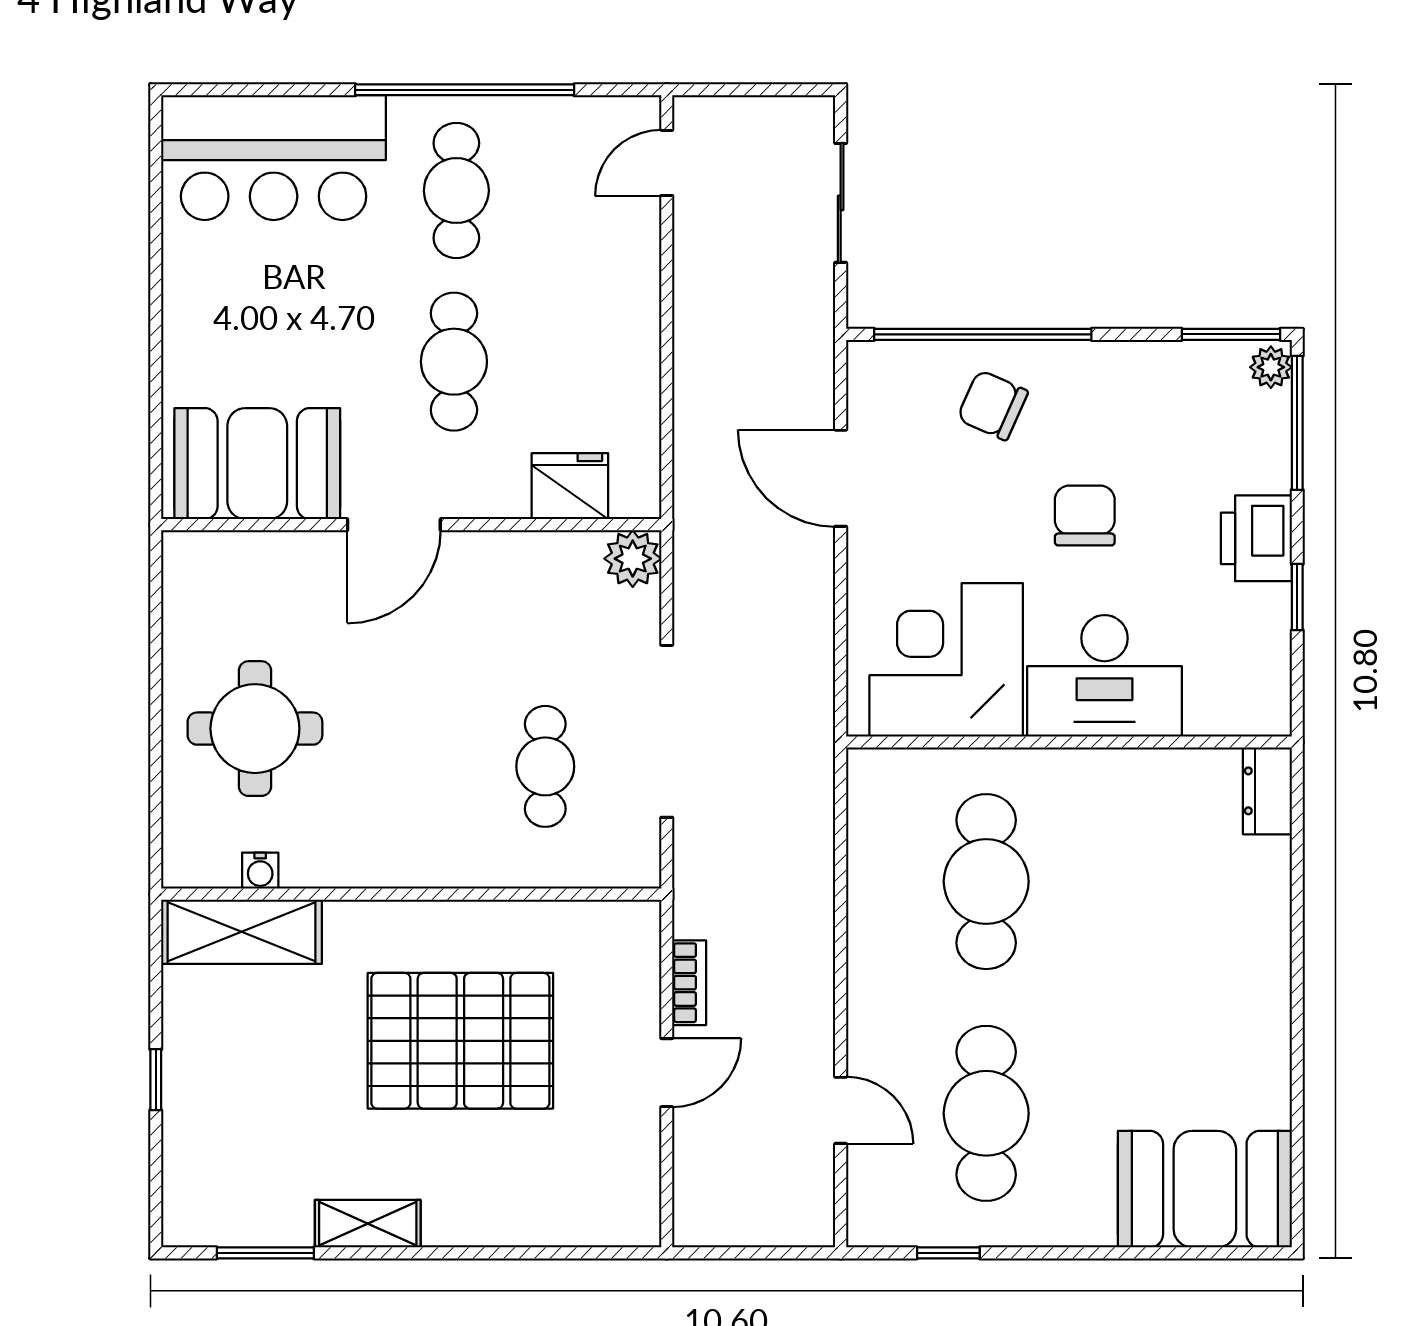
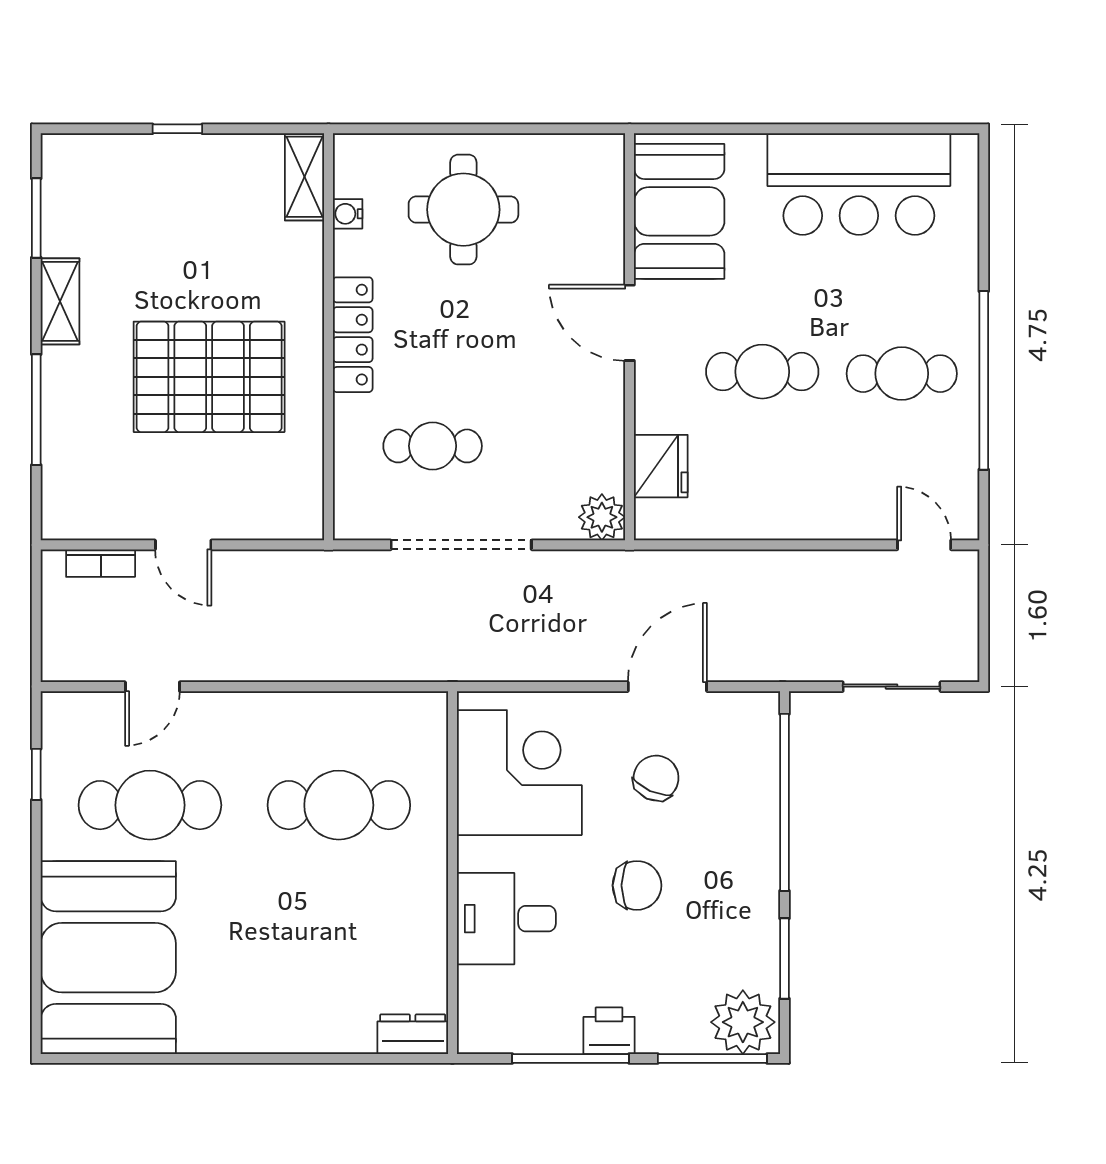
bar counter: (274, 158) -> (859, 184), moved, turned -90
window: (1231, 334) -> (785, 958), moved
plant: (1271, 367) -> (743, 1022), width x1.88, depth x1.88
chair: (993, 405) -> (656, 778), moved
printer: (1256, 538) -> (609, 1031), width x0.73, depth x0.81
window: (1297, 597) -> (571, 1058), width x2.17
desk: (1105, 676) -> (506, 919), width x0.73
locker: (409, 864) -> (353, 335), added
shelving: (242, 932) -> (304, 177), width x0.67, depth x0.75
bookcase: (689, 983) -> (101, 563), moved
pallet: (460, 1041) -> (209, 377), turned 90
booth: (1205, 1189) -> (108, 958), width x1.36, depth x1.42
window: (501, 1253) -> (36, 410), added

